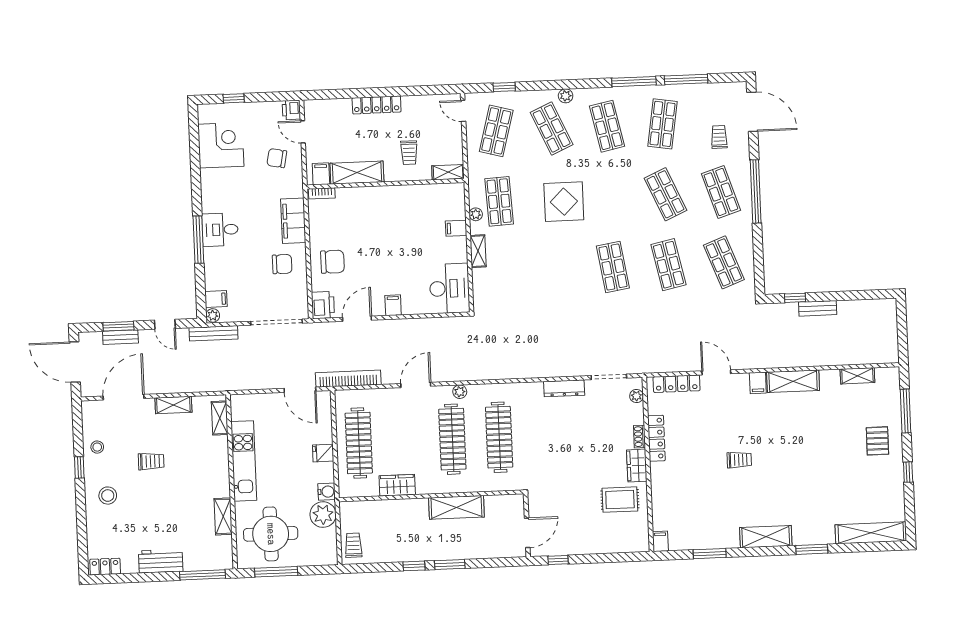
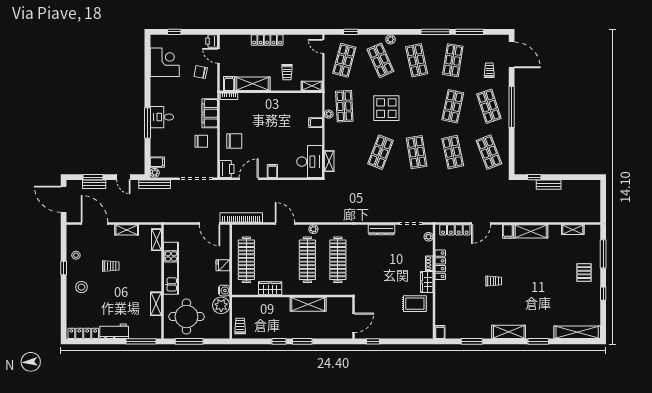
shop shelf: (665, 194) -> (453, 106), turned 36
shelving: (478, 251) -> (329, 161), moved
shop shelf: (558, 269) -> (380, 152), added
door: (716, 372) -> (481, 223), swing flipped
door: (416, 385) -> (285, 223), hinge flipped
door: (124, 397) -> (94, 223), hinge flipped
locker: (105, 567) -> (83, 333), width x1.53

